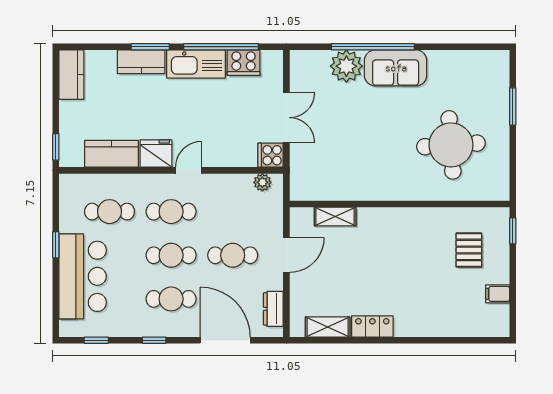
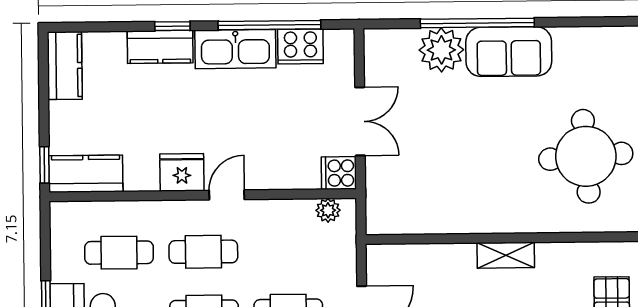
window: (150, 47) -> (172, 26), width x0.67
kitchen counter: (112, 154) -> (86, 174), moved
shelving: (335, 216) -> (506, 255), moved

